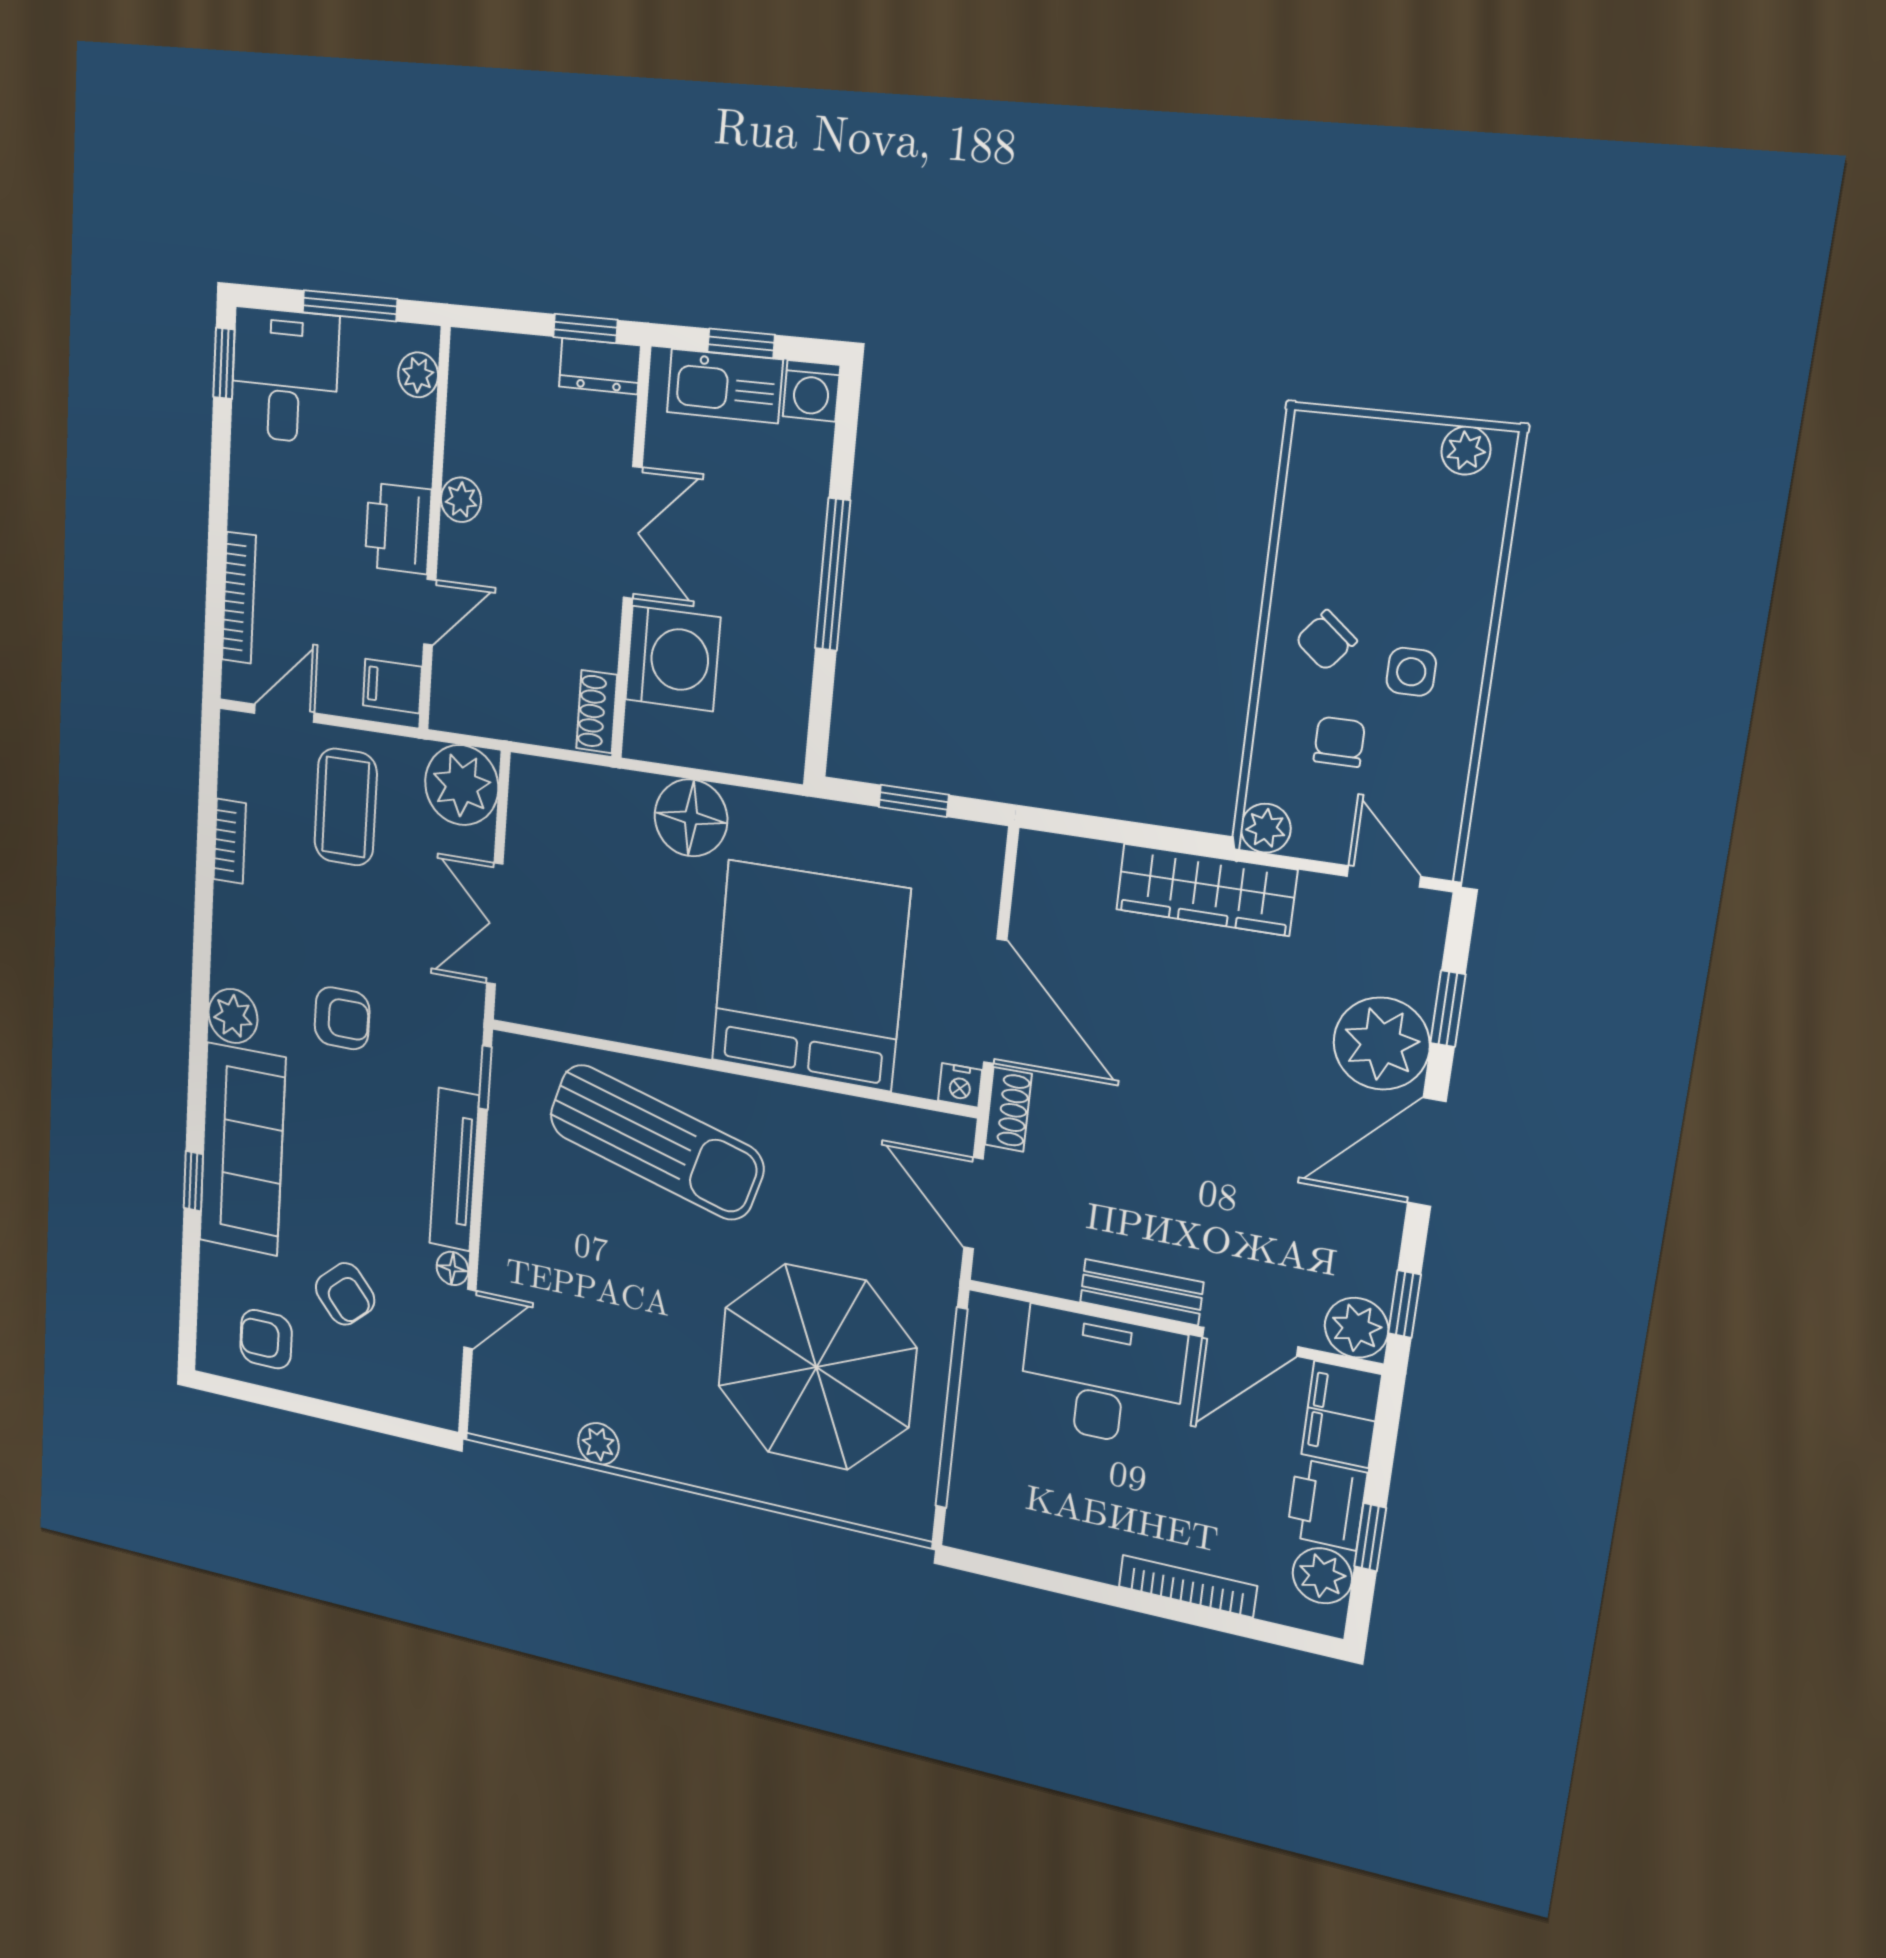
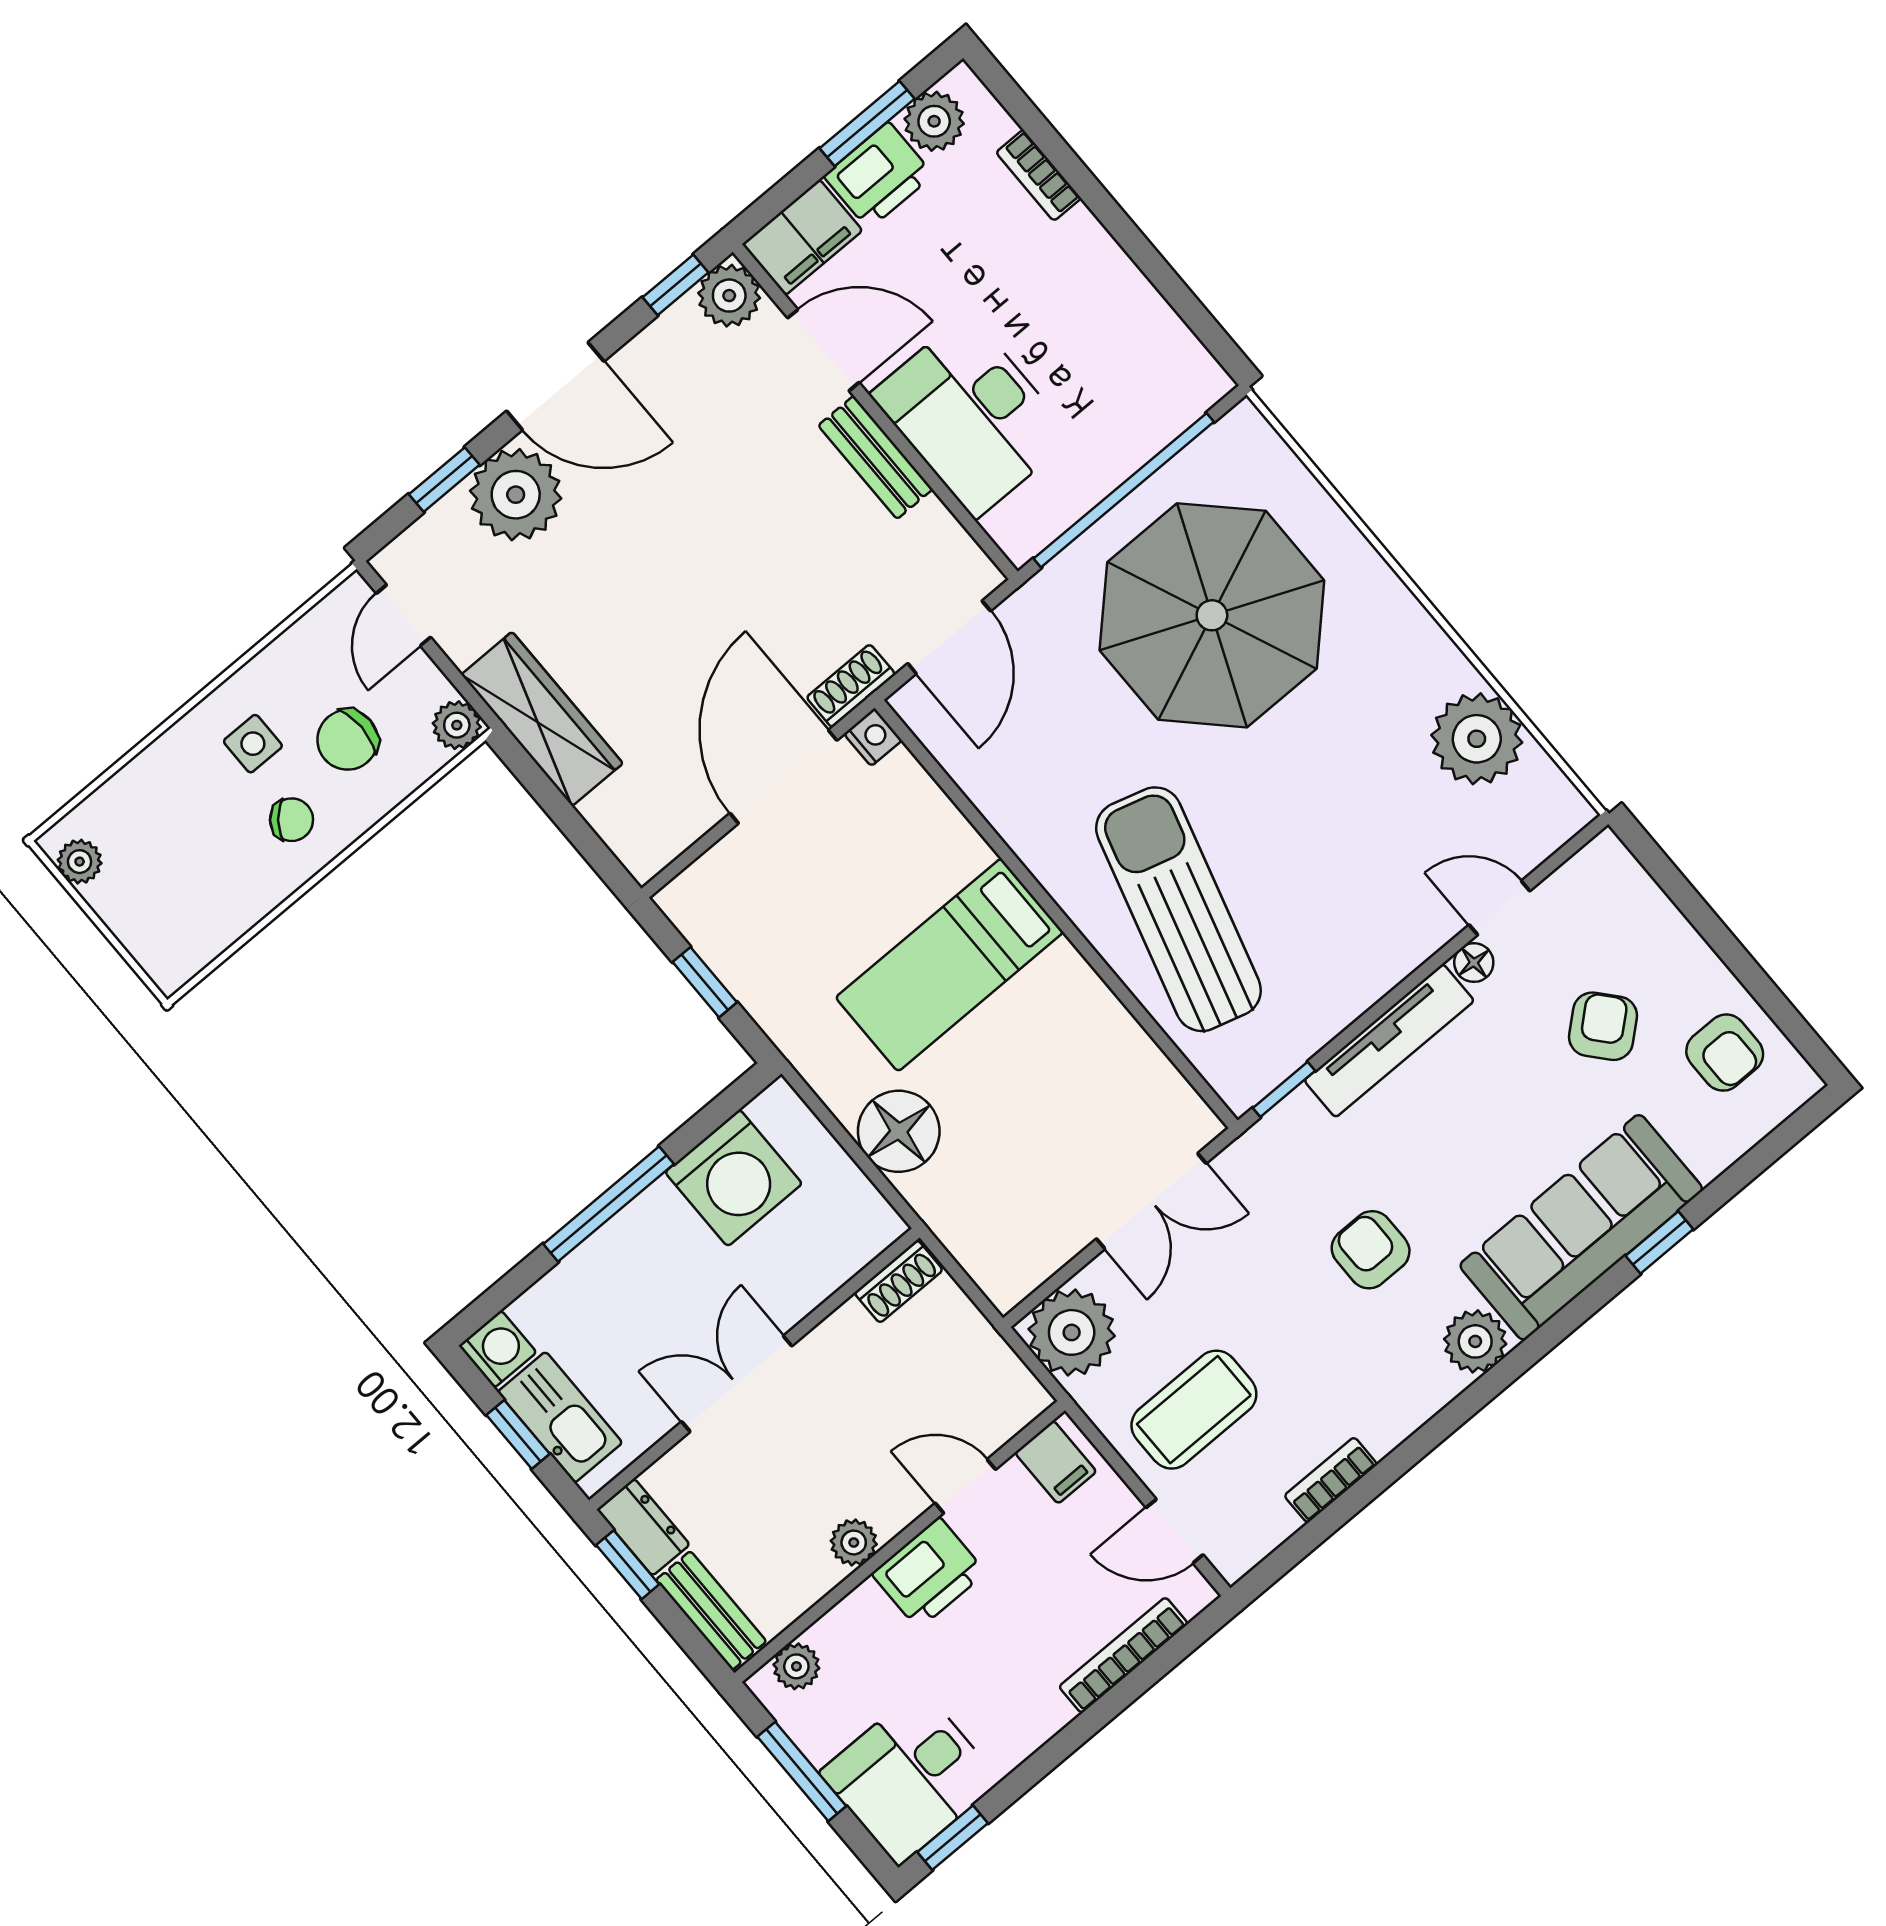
bench: (504, 355) -> (711, 1611), added
washing machine: (673, 659) -> (734, 1178), moved, turned 180
chair: (1339, 742) -> (348, 740), width x1.37, depth x1.37
bed: (810, 976) -> (950, 965), width x0.49
plant: (598, 1444) -> (1477, 739), width x1.87, depth x1.87
window: (1370, 1537) -> (867, 124), width x1.50
bookcase: (1188, 1586) -> (1039, 175), width x0.64

